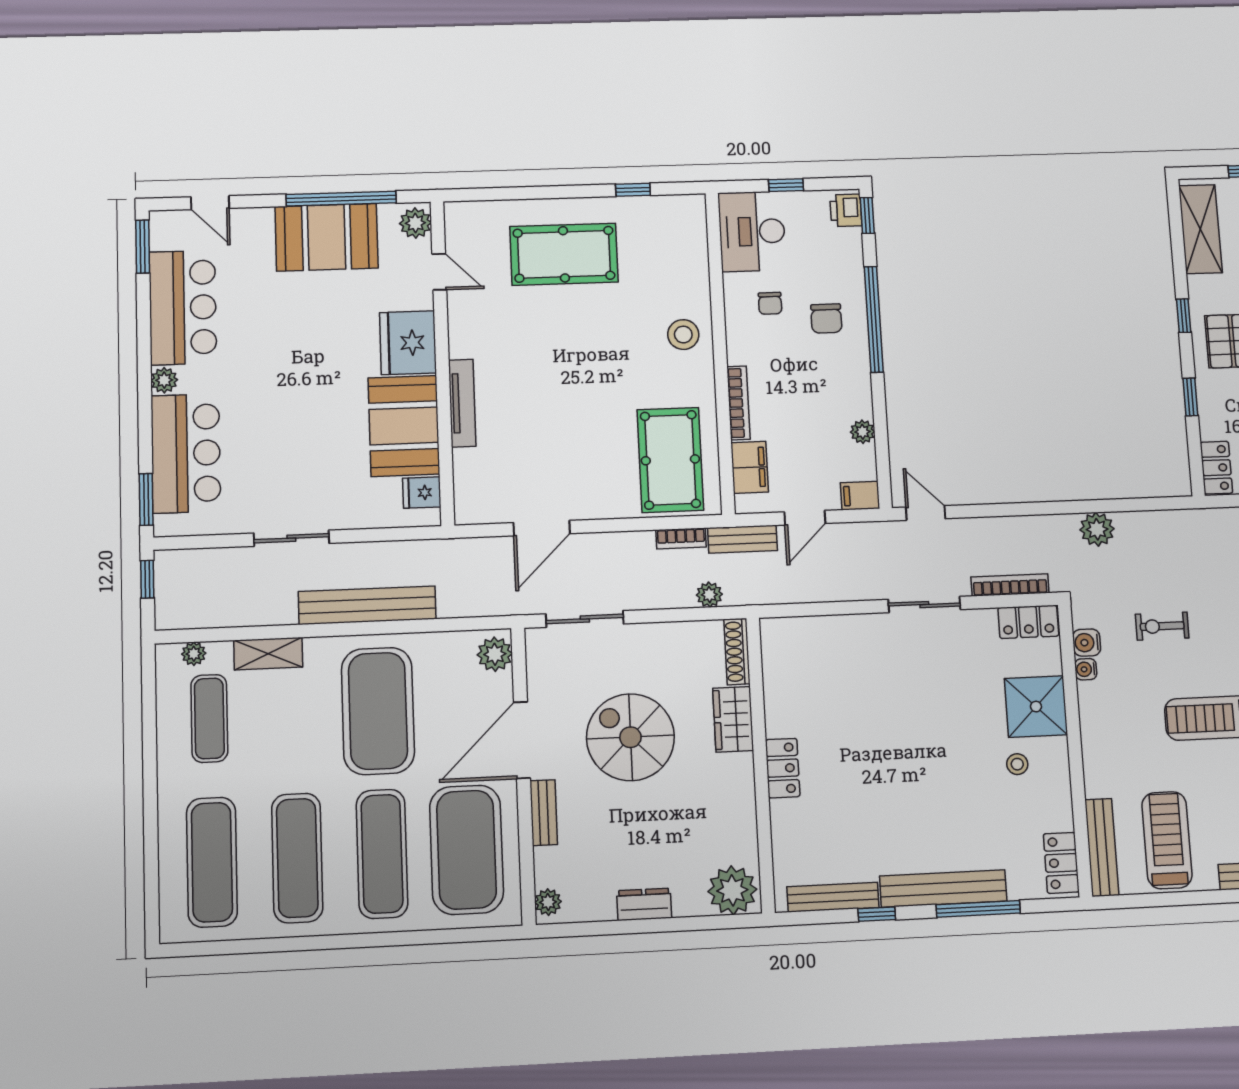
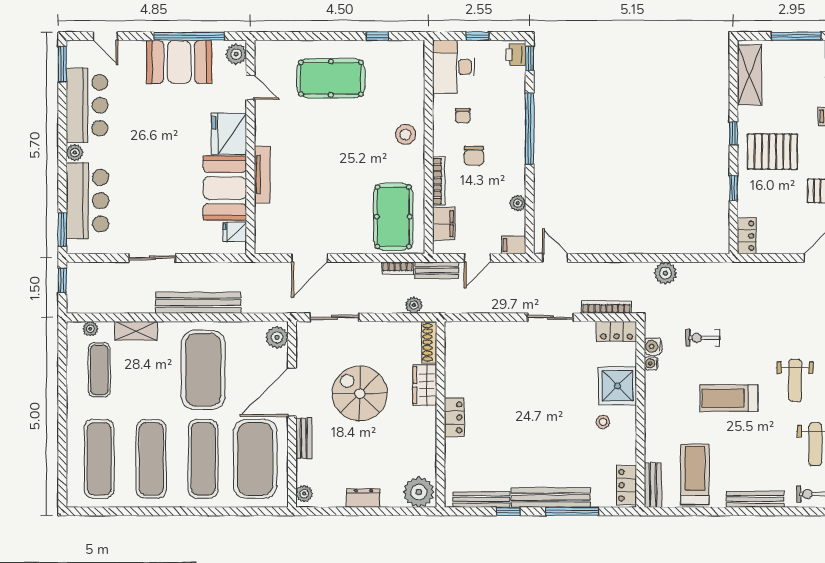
chair: (826, 318) -> (474, 156), moved
bench: (1102, 847) -> (653, 485), width x0.73

